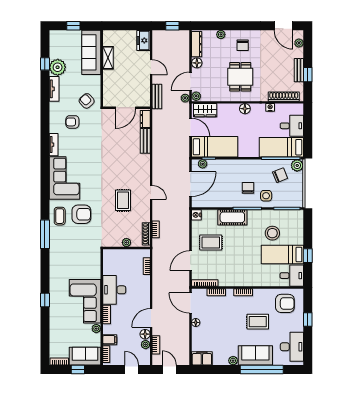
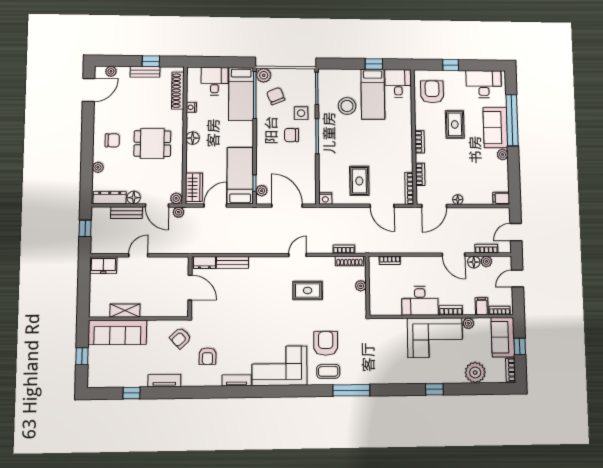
plant: (58, 67) -> (475, 372), moved
bench: (157, 96) -> (127, 213), moved
cot: (232, 217) -> (328, 154), removed
filing cabinet: (202, 358) -> (501, 198), width x0.50

